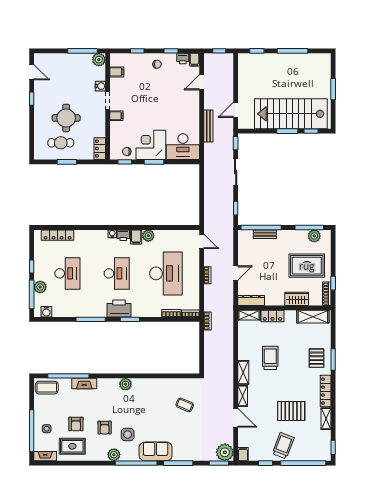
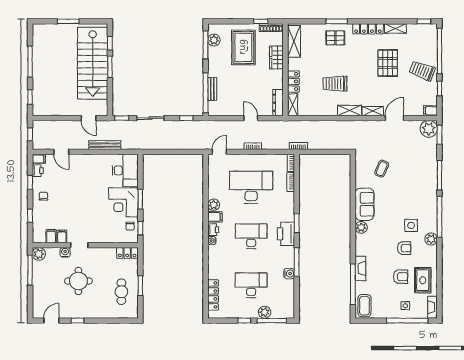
filing cabinet: (116, 116) -> (62, 236), moved
round table: (66, 118) -> (78, 281), moved
water cooler: (46, 312) -> (289, 274), moved
sofa: (156, 451) -> (365, 204), moved, turned 180

